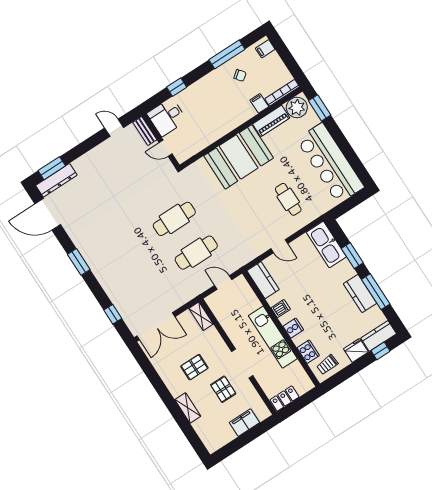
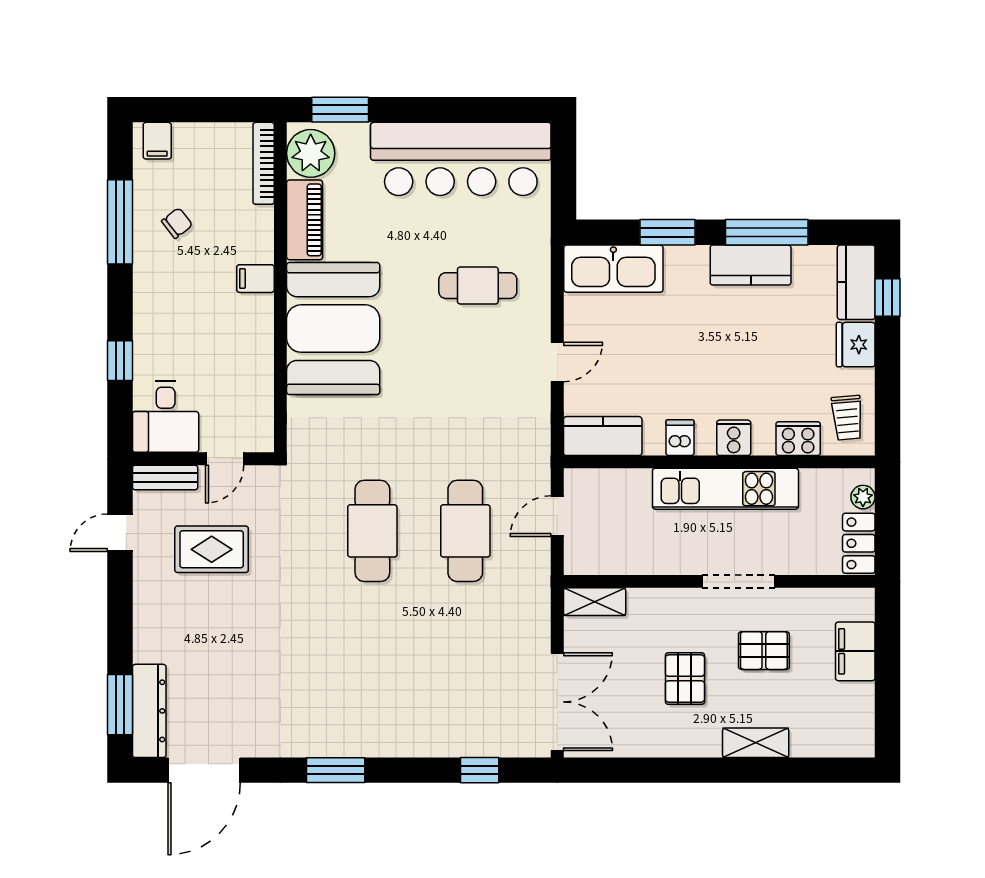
filing cabinet: (259, 103) -> (255, 279), moved
rug: (130, 165) -> (212, 549), added
plant: (302, 389) -> (863, 497), added

